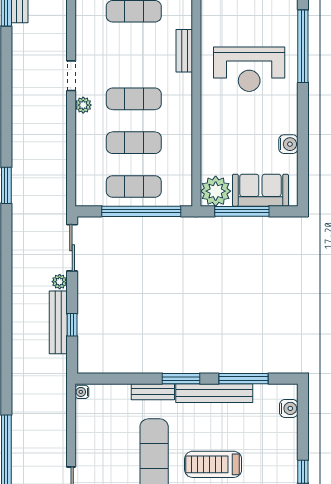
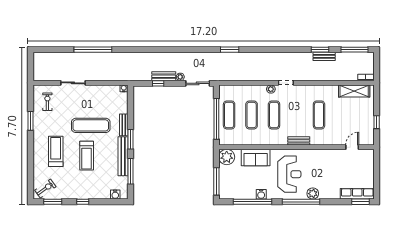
plant: (287, 23) -> (313, 194), added
reception desk: (249, 69) -> (289, 174), turned 180
window: (303, 141) -> (253, 202), added
water cooler: (288, 144) -> (261, 194), moved
sofa: (260, 190) -> (256, 157), moved, turned 90
window: (242, 211) -> (216, 181), moved
bench: (58, 322) -> (164, 76), width x0.73
treadmill: (213, 464) -> (87, 156), turned 180

